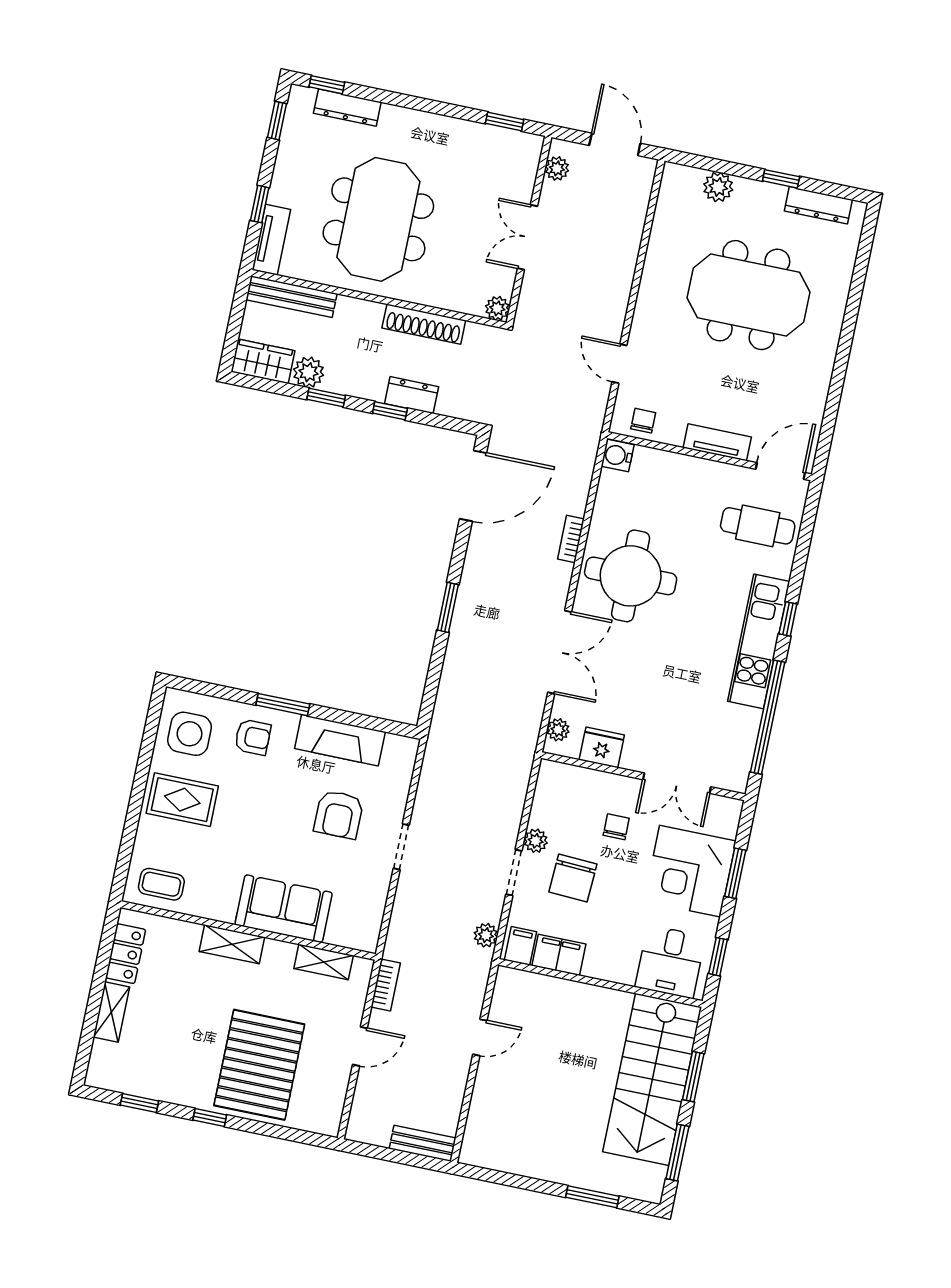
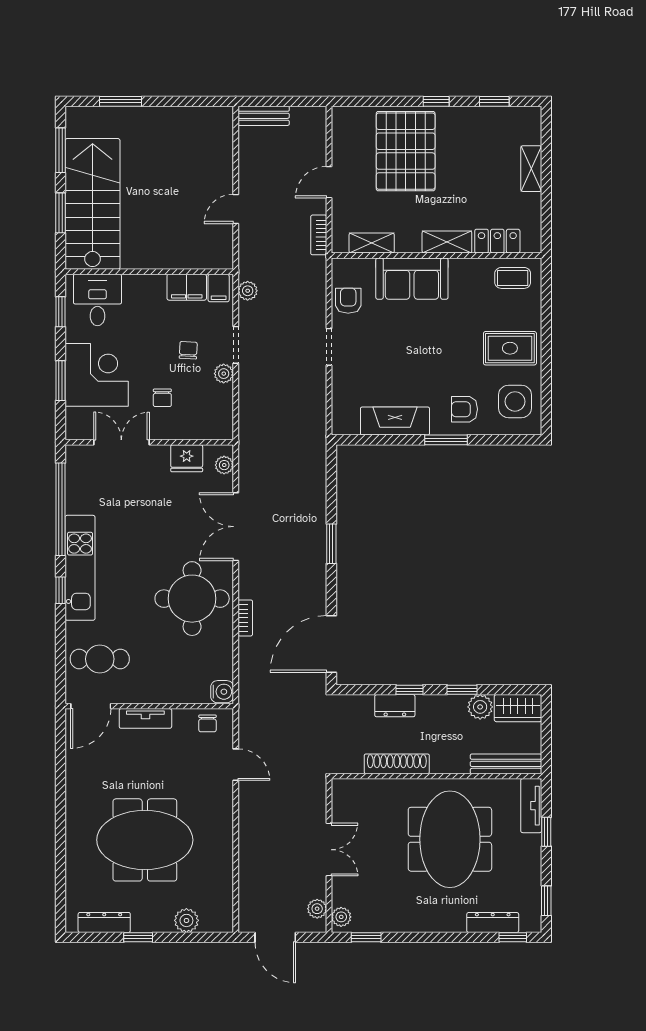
plant: (497, 308) -> (341, 917), moved
armchair: (339, 814) -> (348, 301), moved, width x0.72, depth x0.72
chair: (573, 878) -> (188, 350), width x0.54, depth x0.54
locker: (126, 954) -> (497, 241), moved, turned 90

